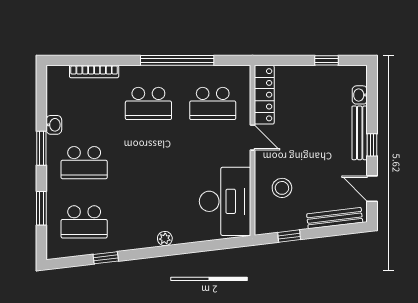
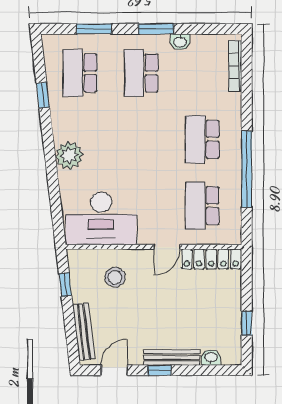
bookcase: (94, 72) -> (235, 66), moved
plant: (165, 239) -> (69, 155), width x1.88, depth x1.88

